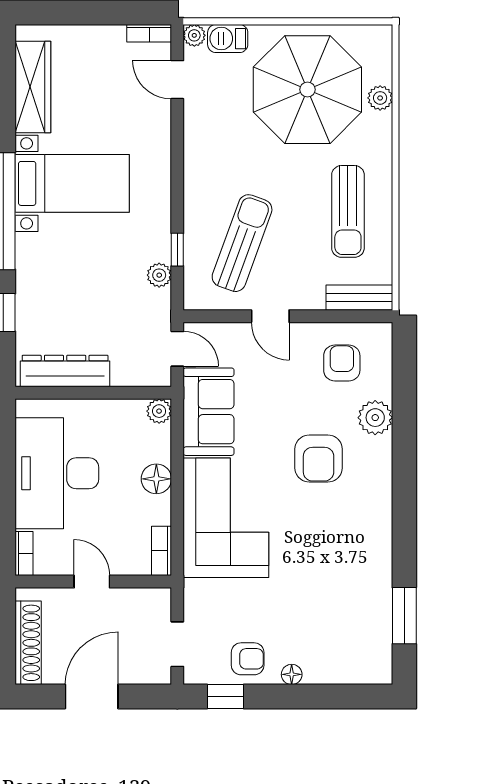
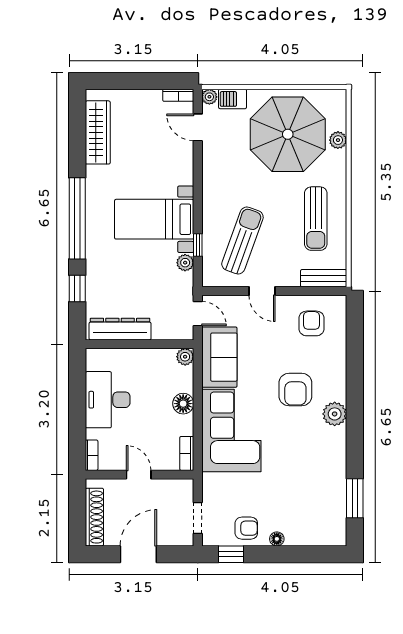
bed with nightstands: (72, 183) -> (154, 219), moved, turned 180
plant: (375, 418) -> (335, 414), moved
desk: (57, 473) -> (108, 400), width x0.73, depth x0.77

